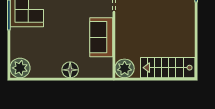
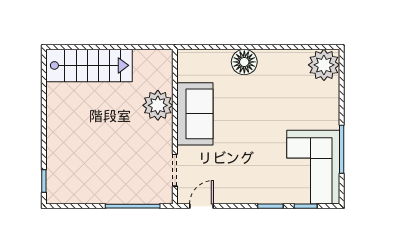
plant: (125, 68) -> (158, 105), moved

